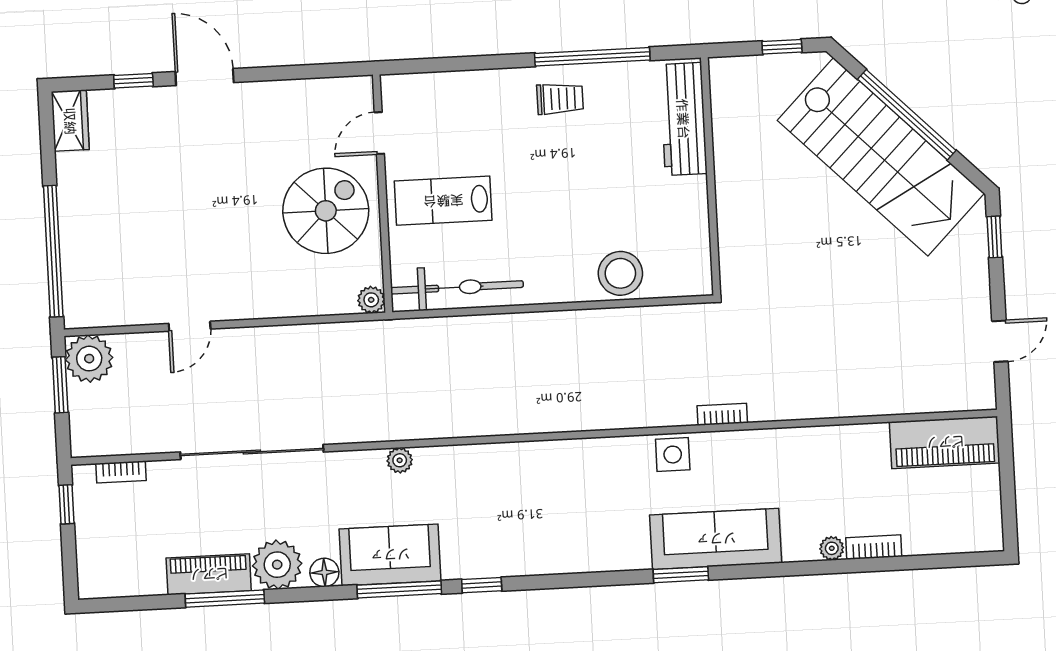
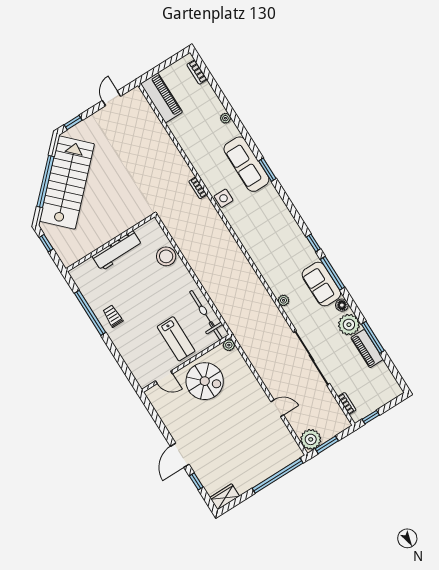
workbench: (683, 119) -> (117, 251), moved
spiral stairs: (326, 211) -> (205, 381), turned 180
door: (1000, 341) -> (111, 98), hinge flipped
bookcase: (874, 547) -> (197, 72), moved

